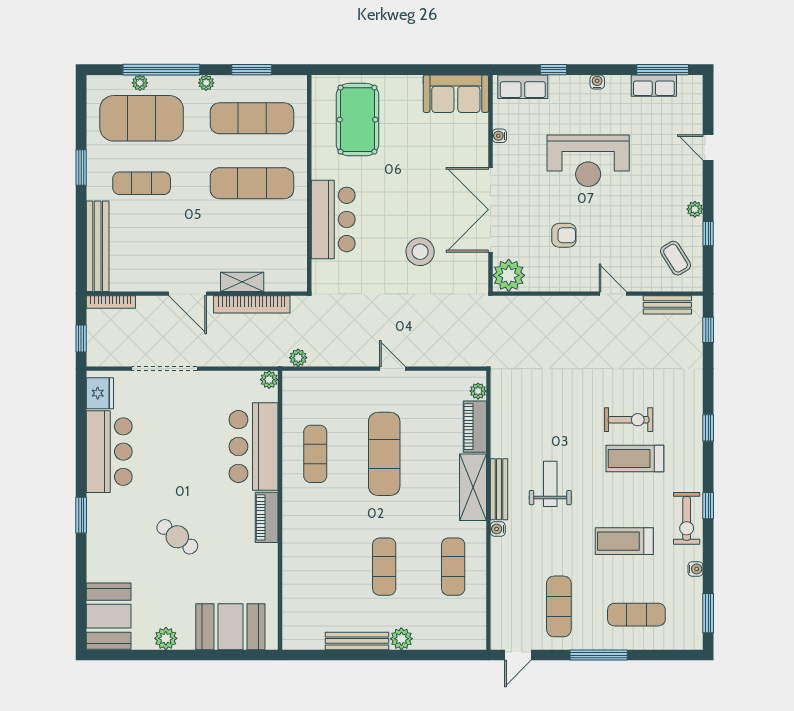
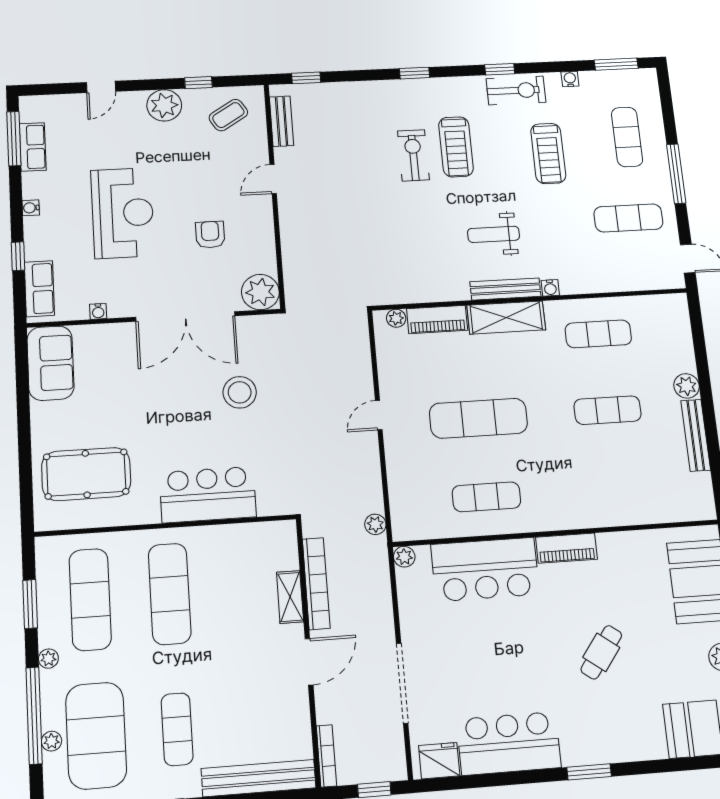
plant: (695, 209) -> (164, 105), width x1.88, depth x1.88

